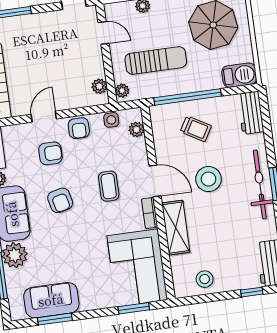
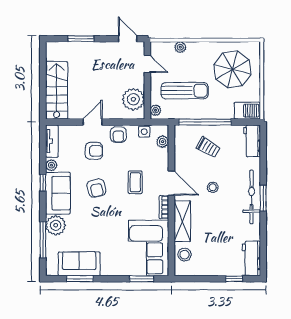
plant: (99, 86) -> (133, 99), width x1.88, depth x1.88
stool: (209, 179) -> (213, 187), width x0.53, depth x0.53
stool: (205, 279) -> (185, 255), moved

